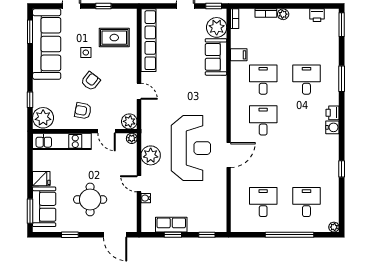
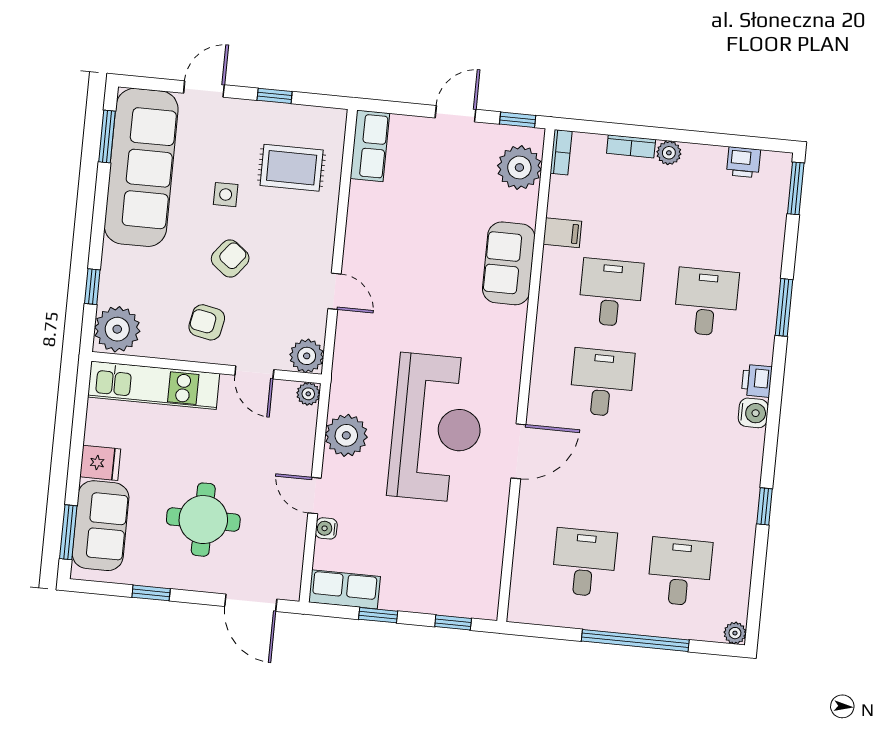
row of seats: (148, 40) -> (370, 146), width x0.50
sofa: (216, 57) -> (509, 263), moved
row of seats: (171, 225) -> (344, 589), moved

